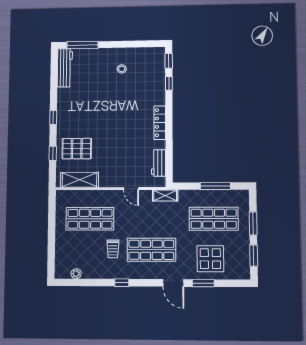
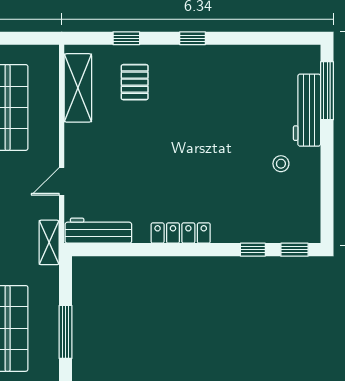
workbench: (65, 68) -> (307, 110), moved, turned 90
pallet: (77, 149) -> (135, 82), width x0.67, depth x0.71
workbench: (158, 163) -> (98, 231), width x1.38

